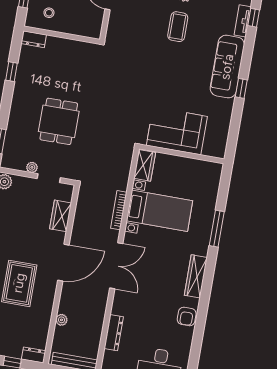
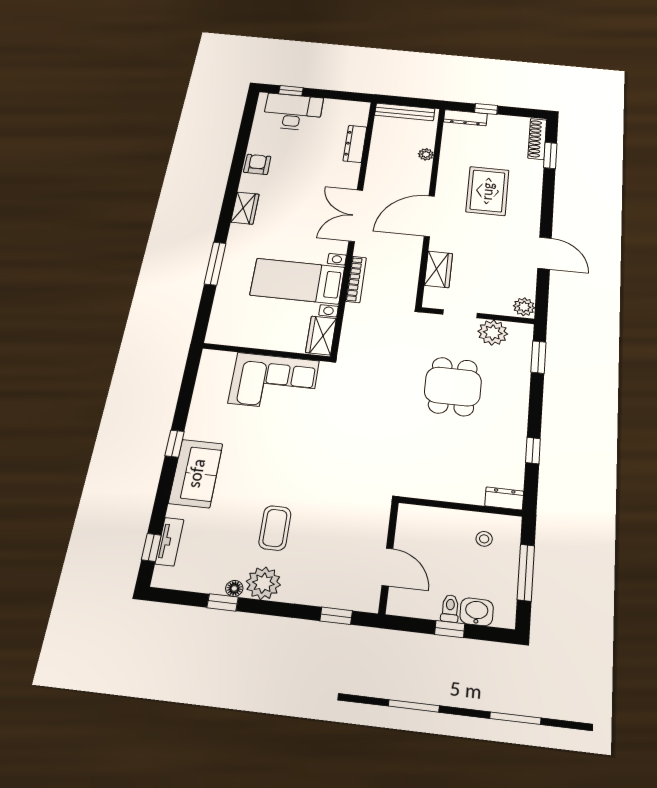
sofa: (227, 67) -> (196, 473), width x0.73
plant: (32, 167) -> (493, 333), width x1.87, depth x1.87
wardrobe: (196, 276) -> (245, 208), width x0.67
dresser: (34, 355) -> (465, 118), width x1.44

